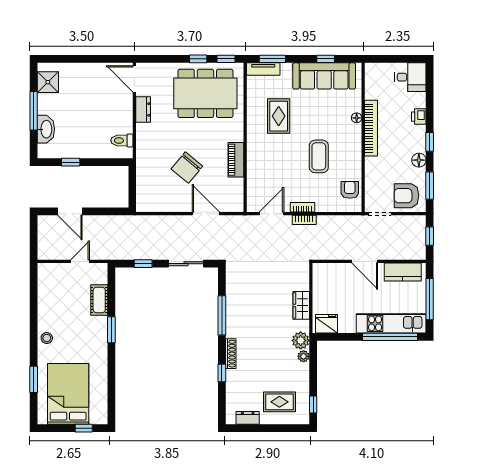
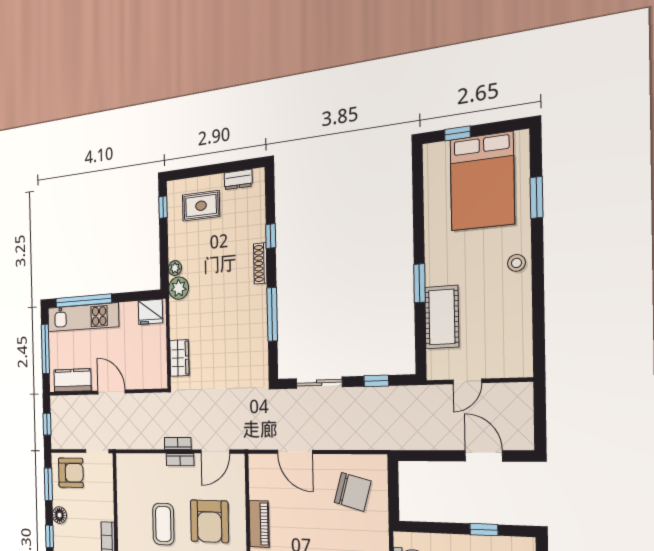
chair: (187, 168) -> (353, 492), moved, turned 65
armchair: (350, 190) -> (209, 521), moved, width x1.88, depth x1.88
cot: (99, 300) -> (442, 317), width x1.37, depth x1.34
wardrobe: (301, 305) -> (179, 358), moved

